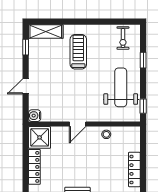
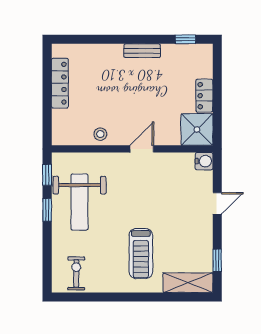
window: (143, 60) -> (47, 210), moved
locker: (34, 167) -> (204, 96), width x0.66

